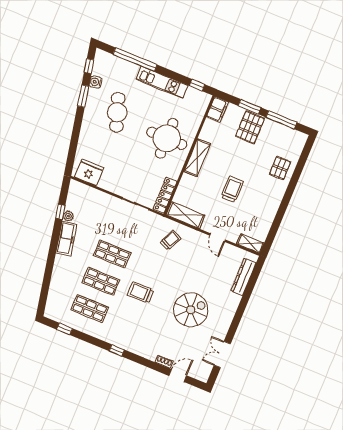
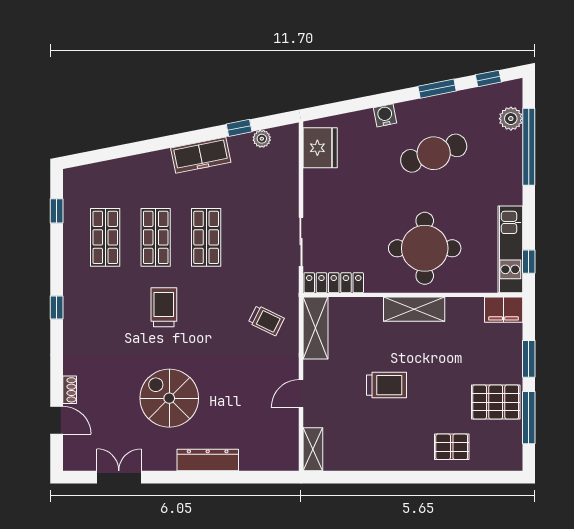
plant: (116, 63) -> (511, 119), added
water cooler: (96, 82) -> (385, 115), moved
kitchen unit: (162, 82) -> (510, 249), moved
pallet: (250, 127) -> (496, 402), moved
plant: (68, 216) -> (262, 139), moved
dresser: (243, 277) -> (208, 460), moved
spiral stairs: (191, 310) -> (169, 398), turned 180

